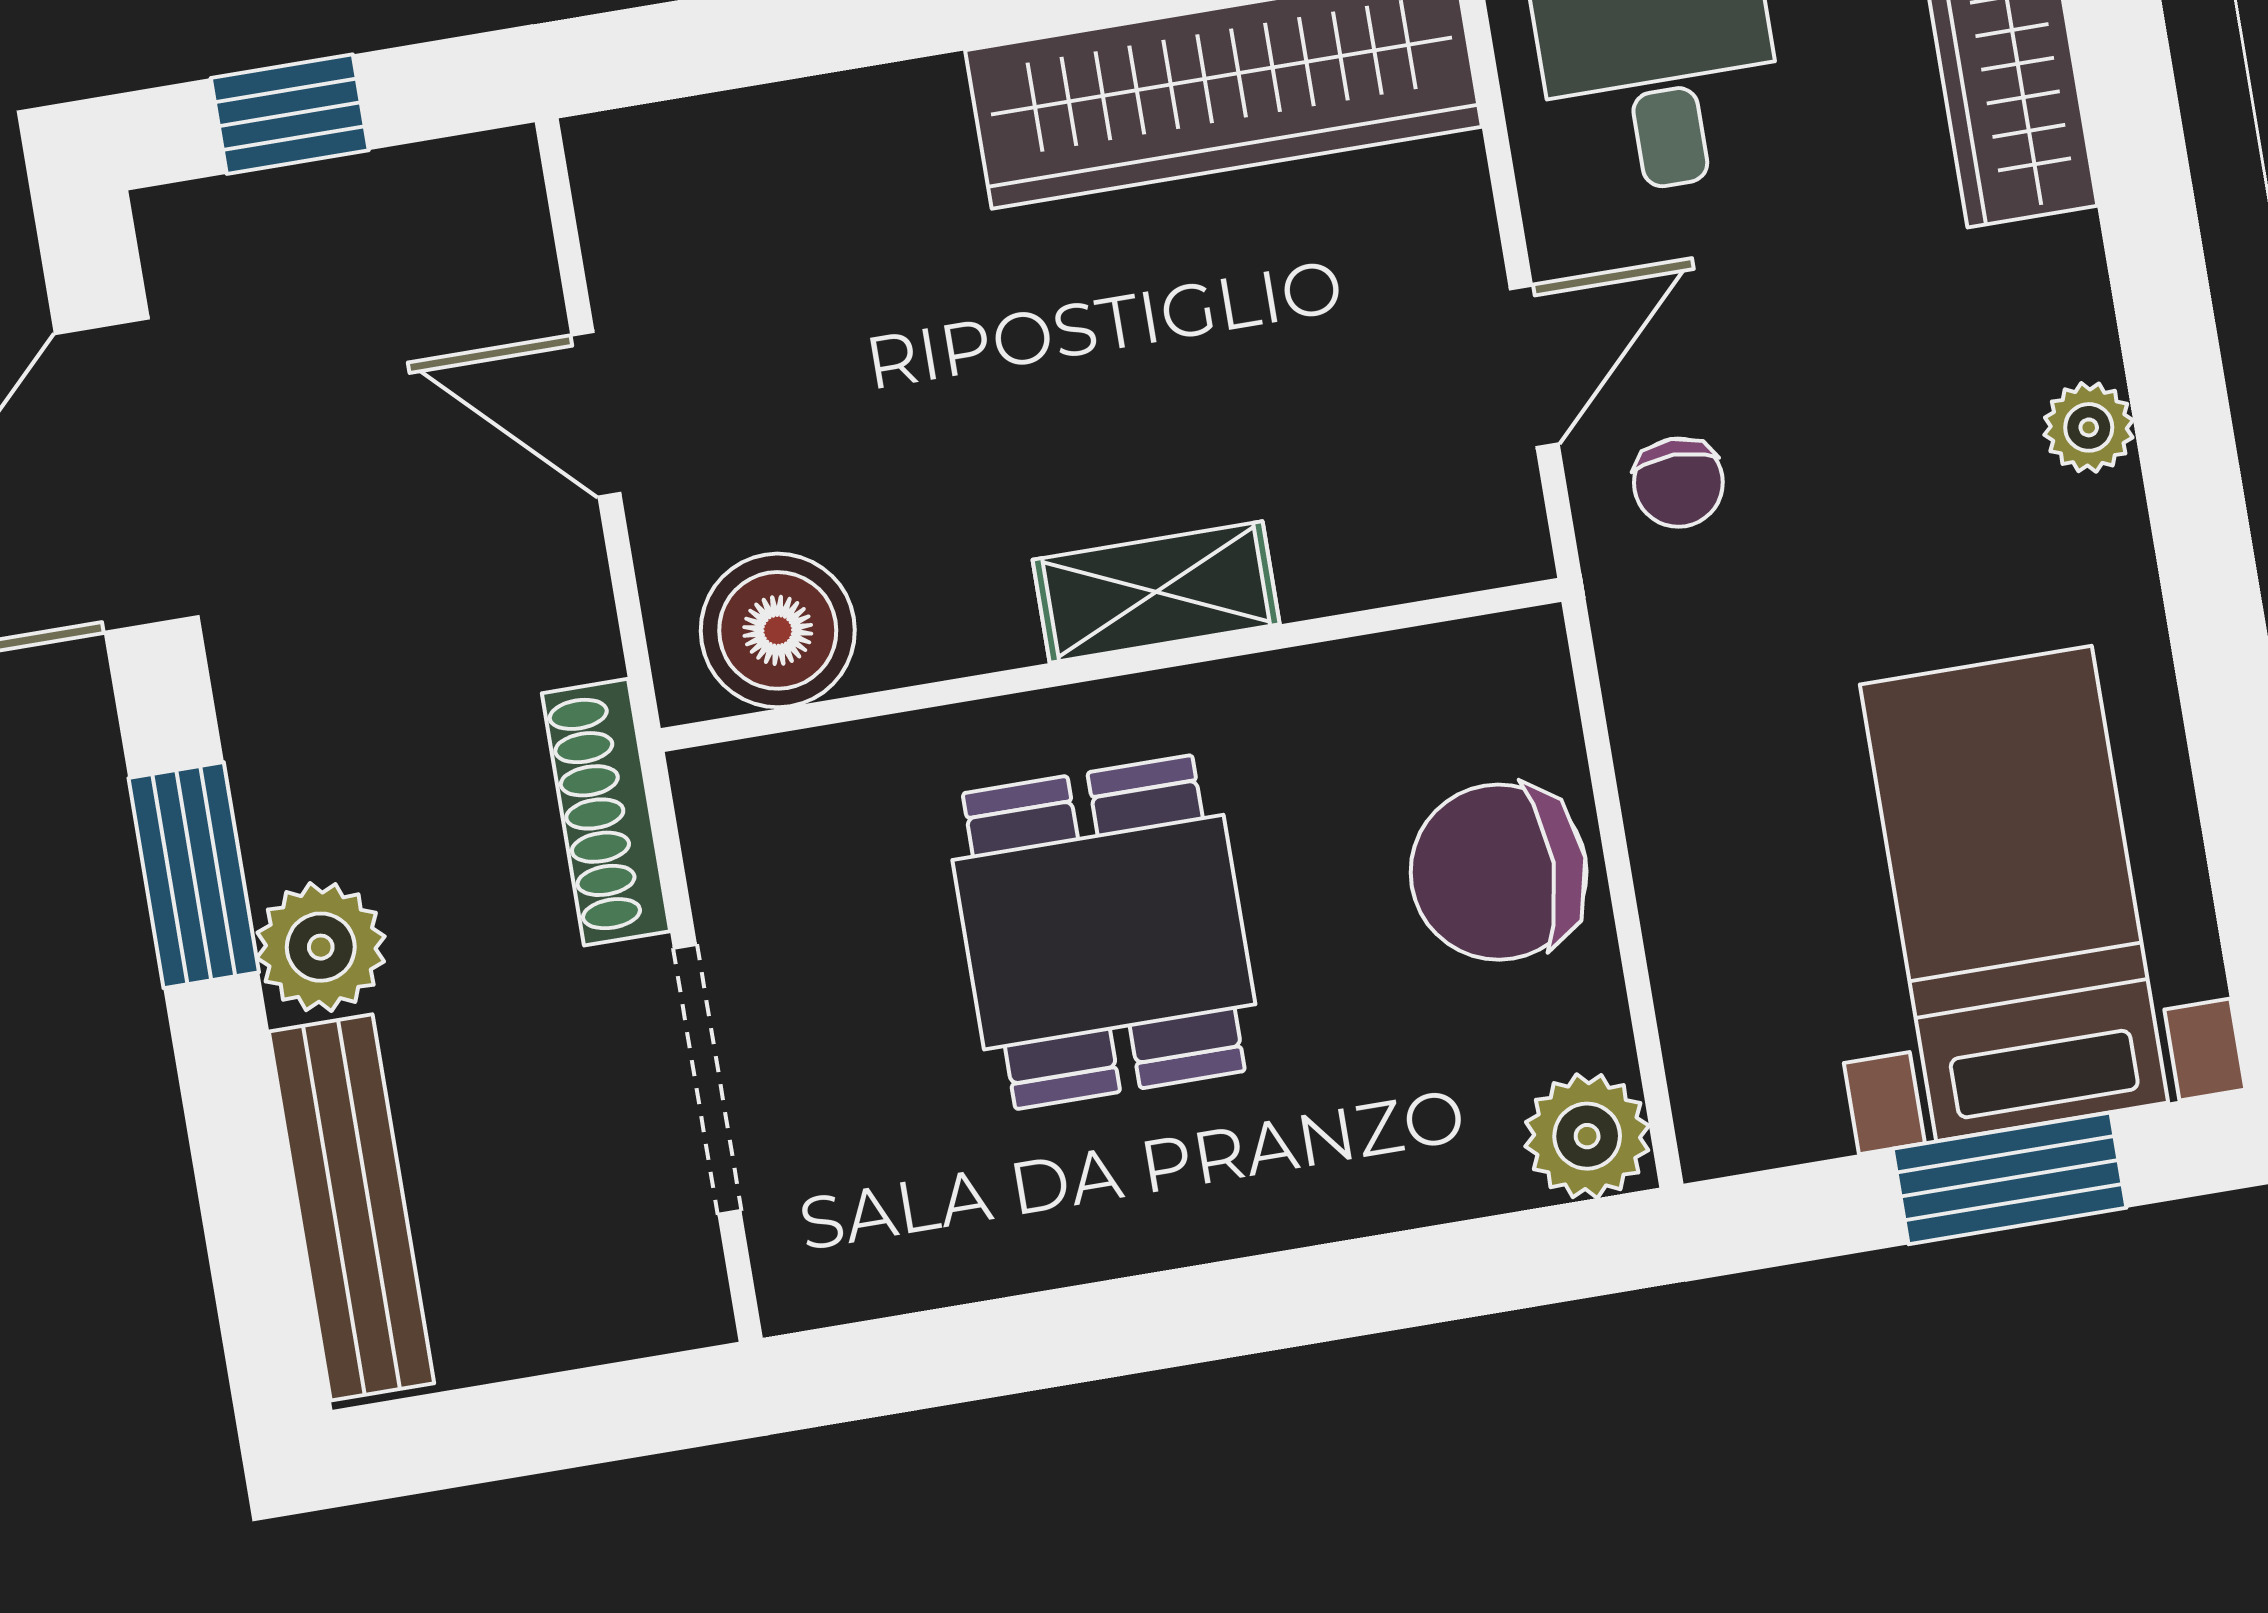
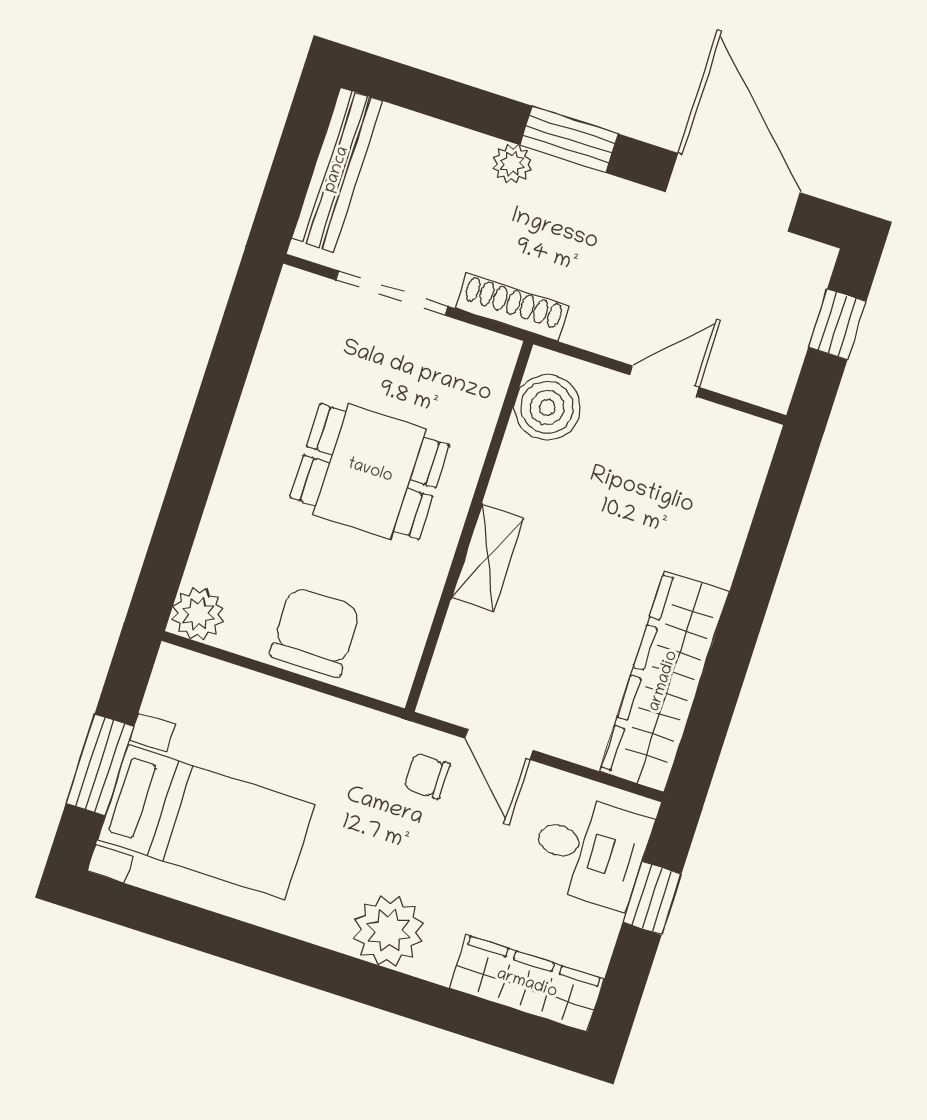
plant: (2089, 427) -> (389, 931), width x1.88, depth x1.88
plant: (321, 947) -> (512, 164), width x0.73, depth x0.73
bench: (352, 1207) -> (337, 170), moved, turned 90

